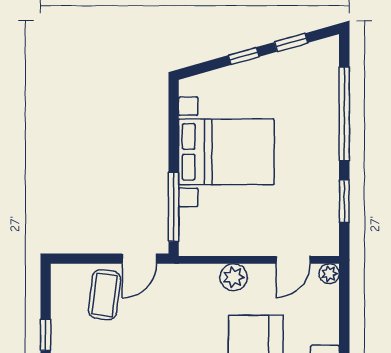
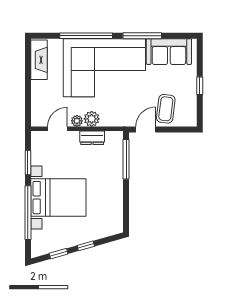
bed with nightstands: (226, 152) -> (58, 198), moved, turned 180
dresser: (233, 244) -> (92, 138), added
plant: (329, 274) -> (77, 121), moved

